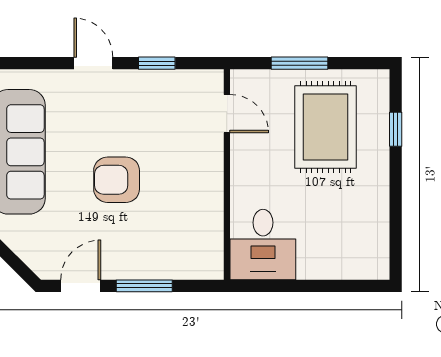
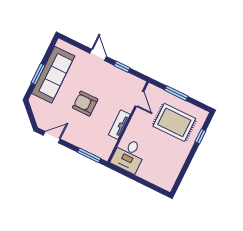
rug: (326, 127) -> (174, 122), turned 90
tv unit: (211, 189) -> (119, 125), added
window: (144, 286) -> (89, 155), moved

